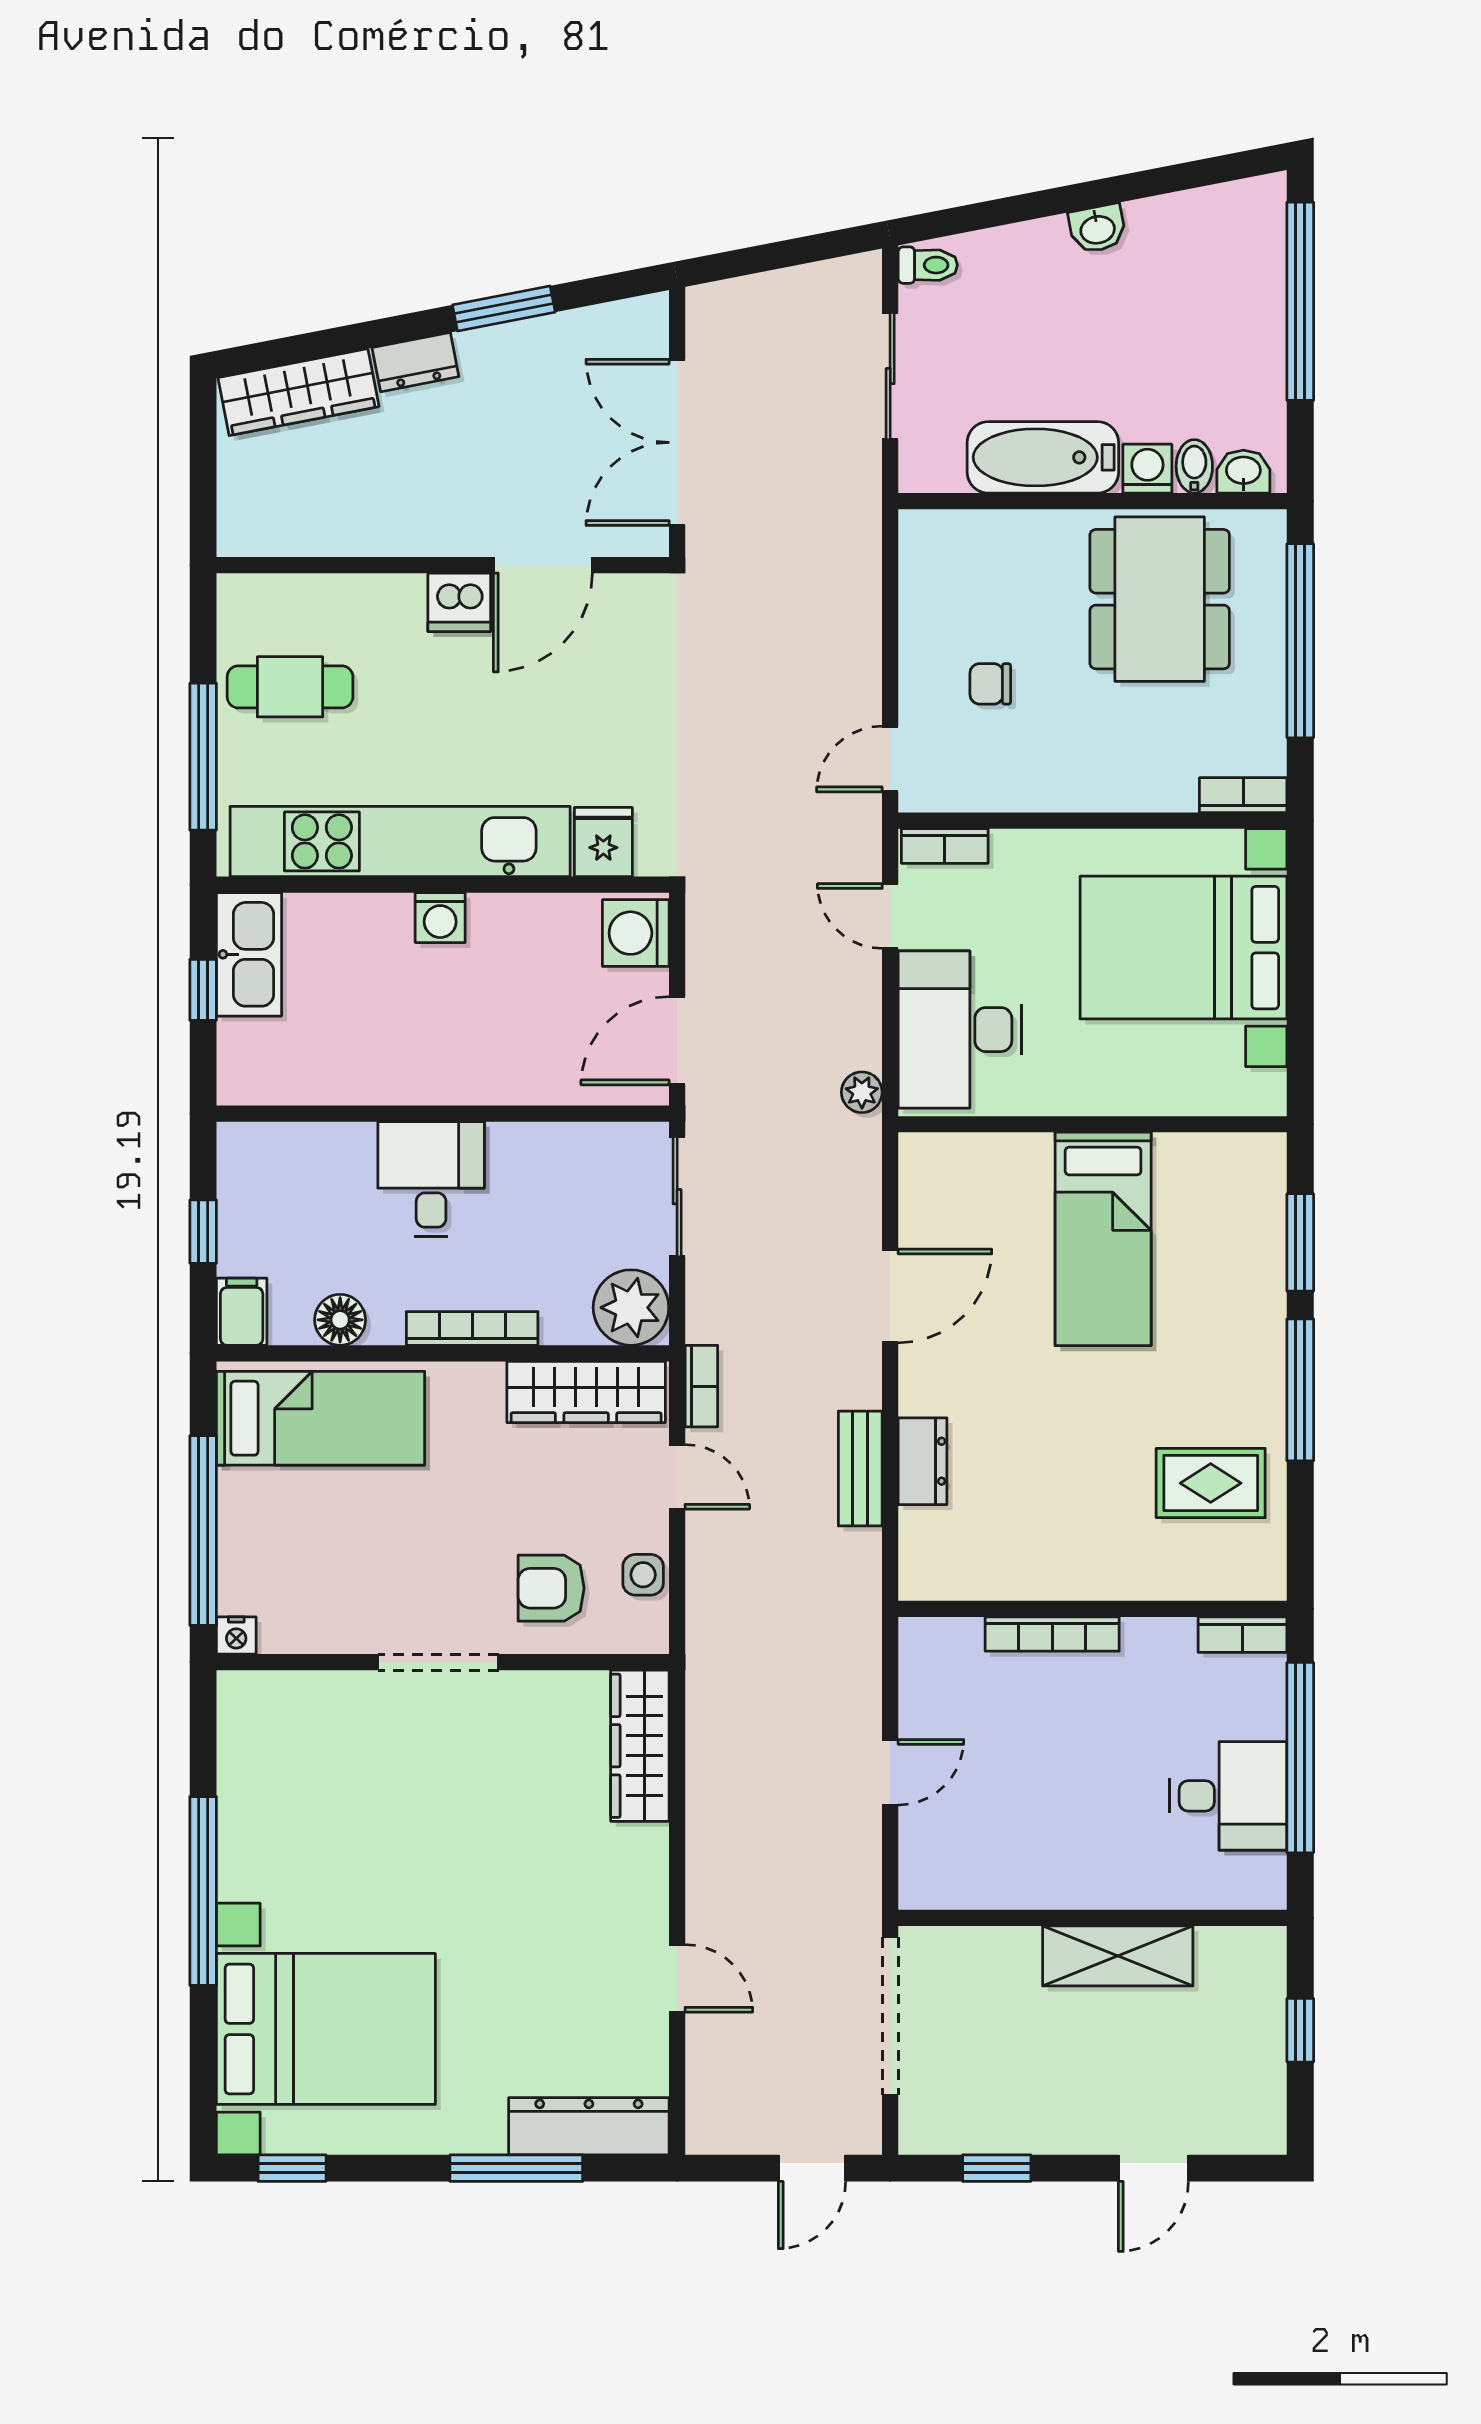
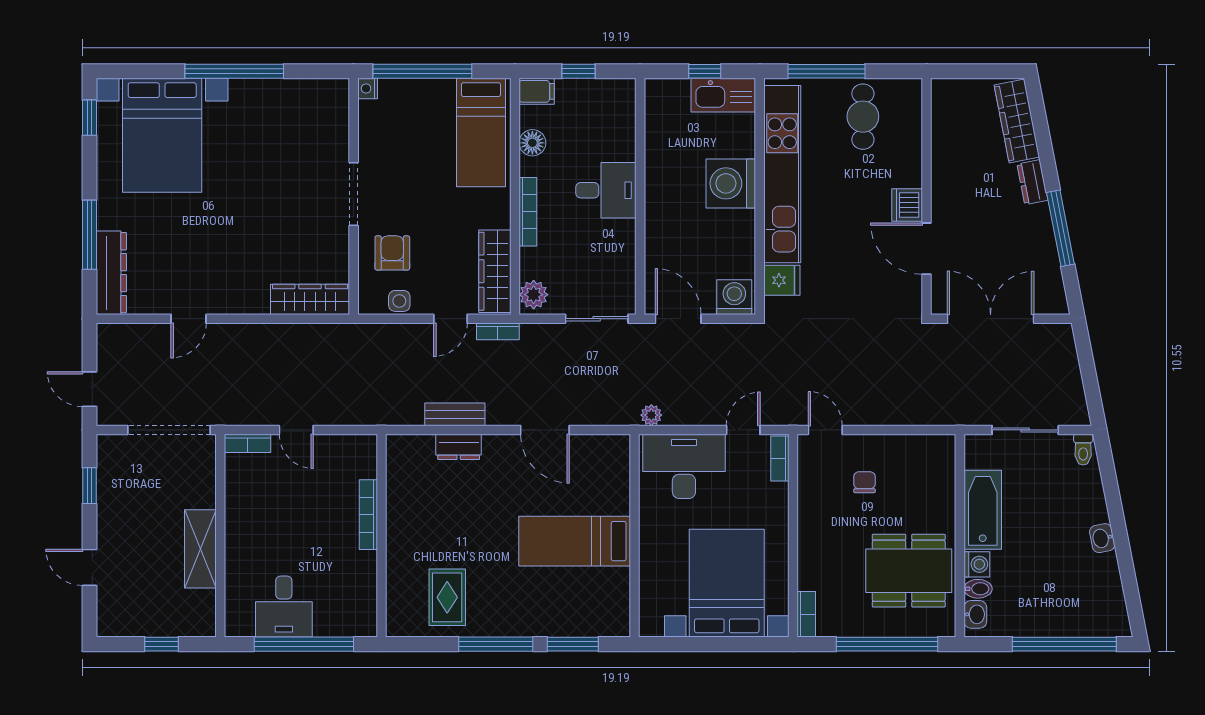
window: (504, 309) -> (1060, 228), width x1.44
washing machine: (440, 918) -> (731, 183), width x1.89, depth x1.89
plant: (631, 1308) -> (534, 295), width x0.73, depth x0.73
bookcase: (1243, 1635) -> (248, 443), moved, turned -90

